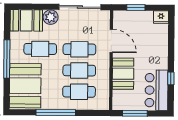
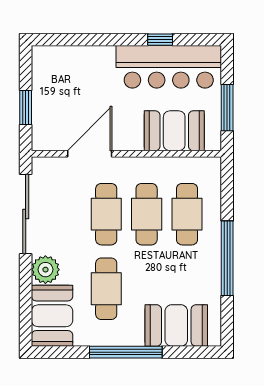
fridge: (161, 17) -> (44, 59), removed
booth: (123, 74) -> (174, 131), moved
booth: (25, 86) -> (176, 326), width x0.73, depth x0.70
bar counter: (157, 90) -> (169, 67), width x1.36

